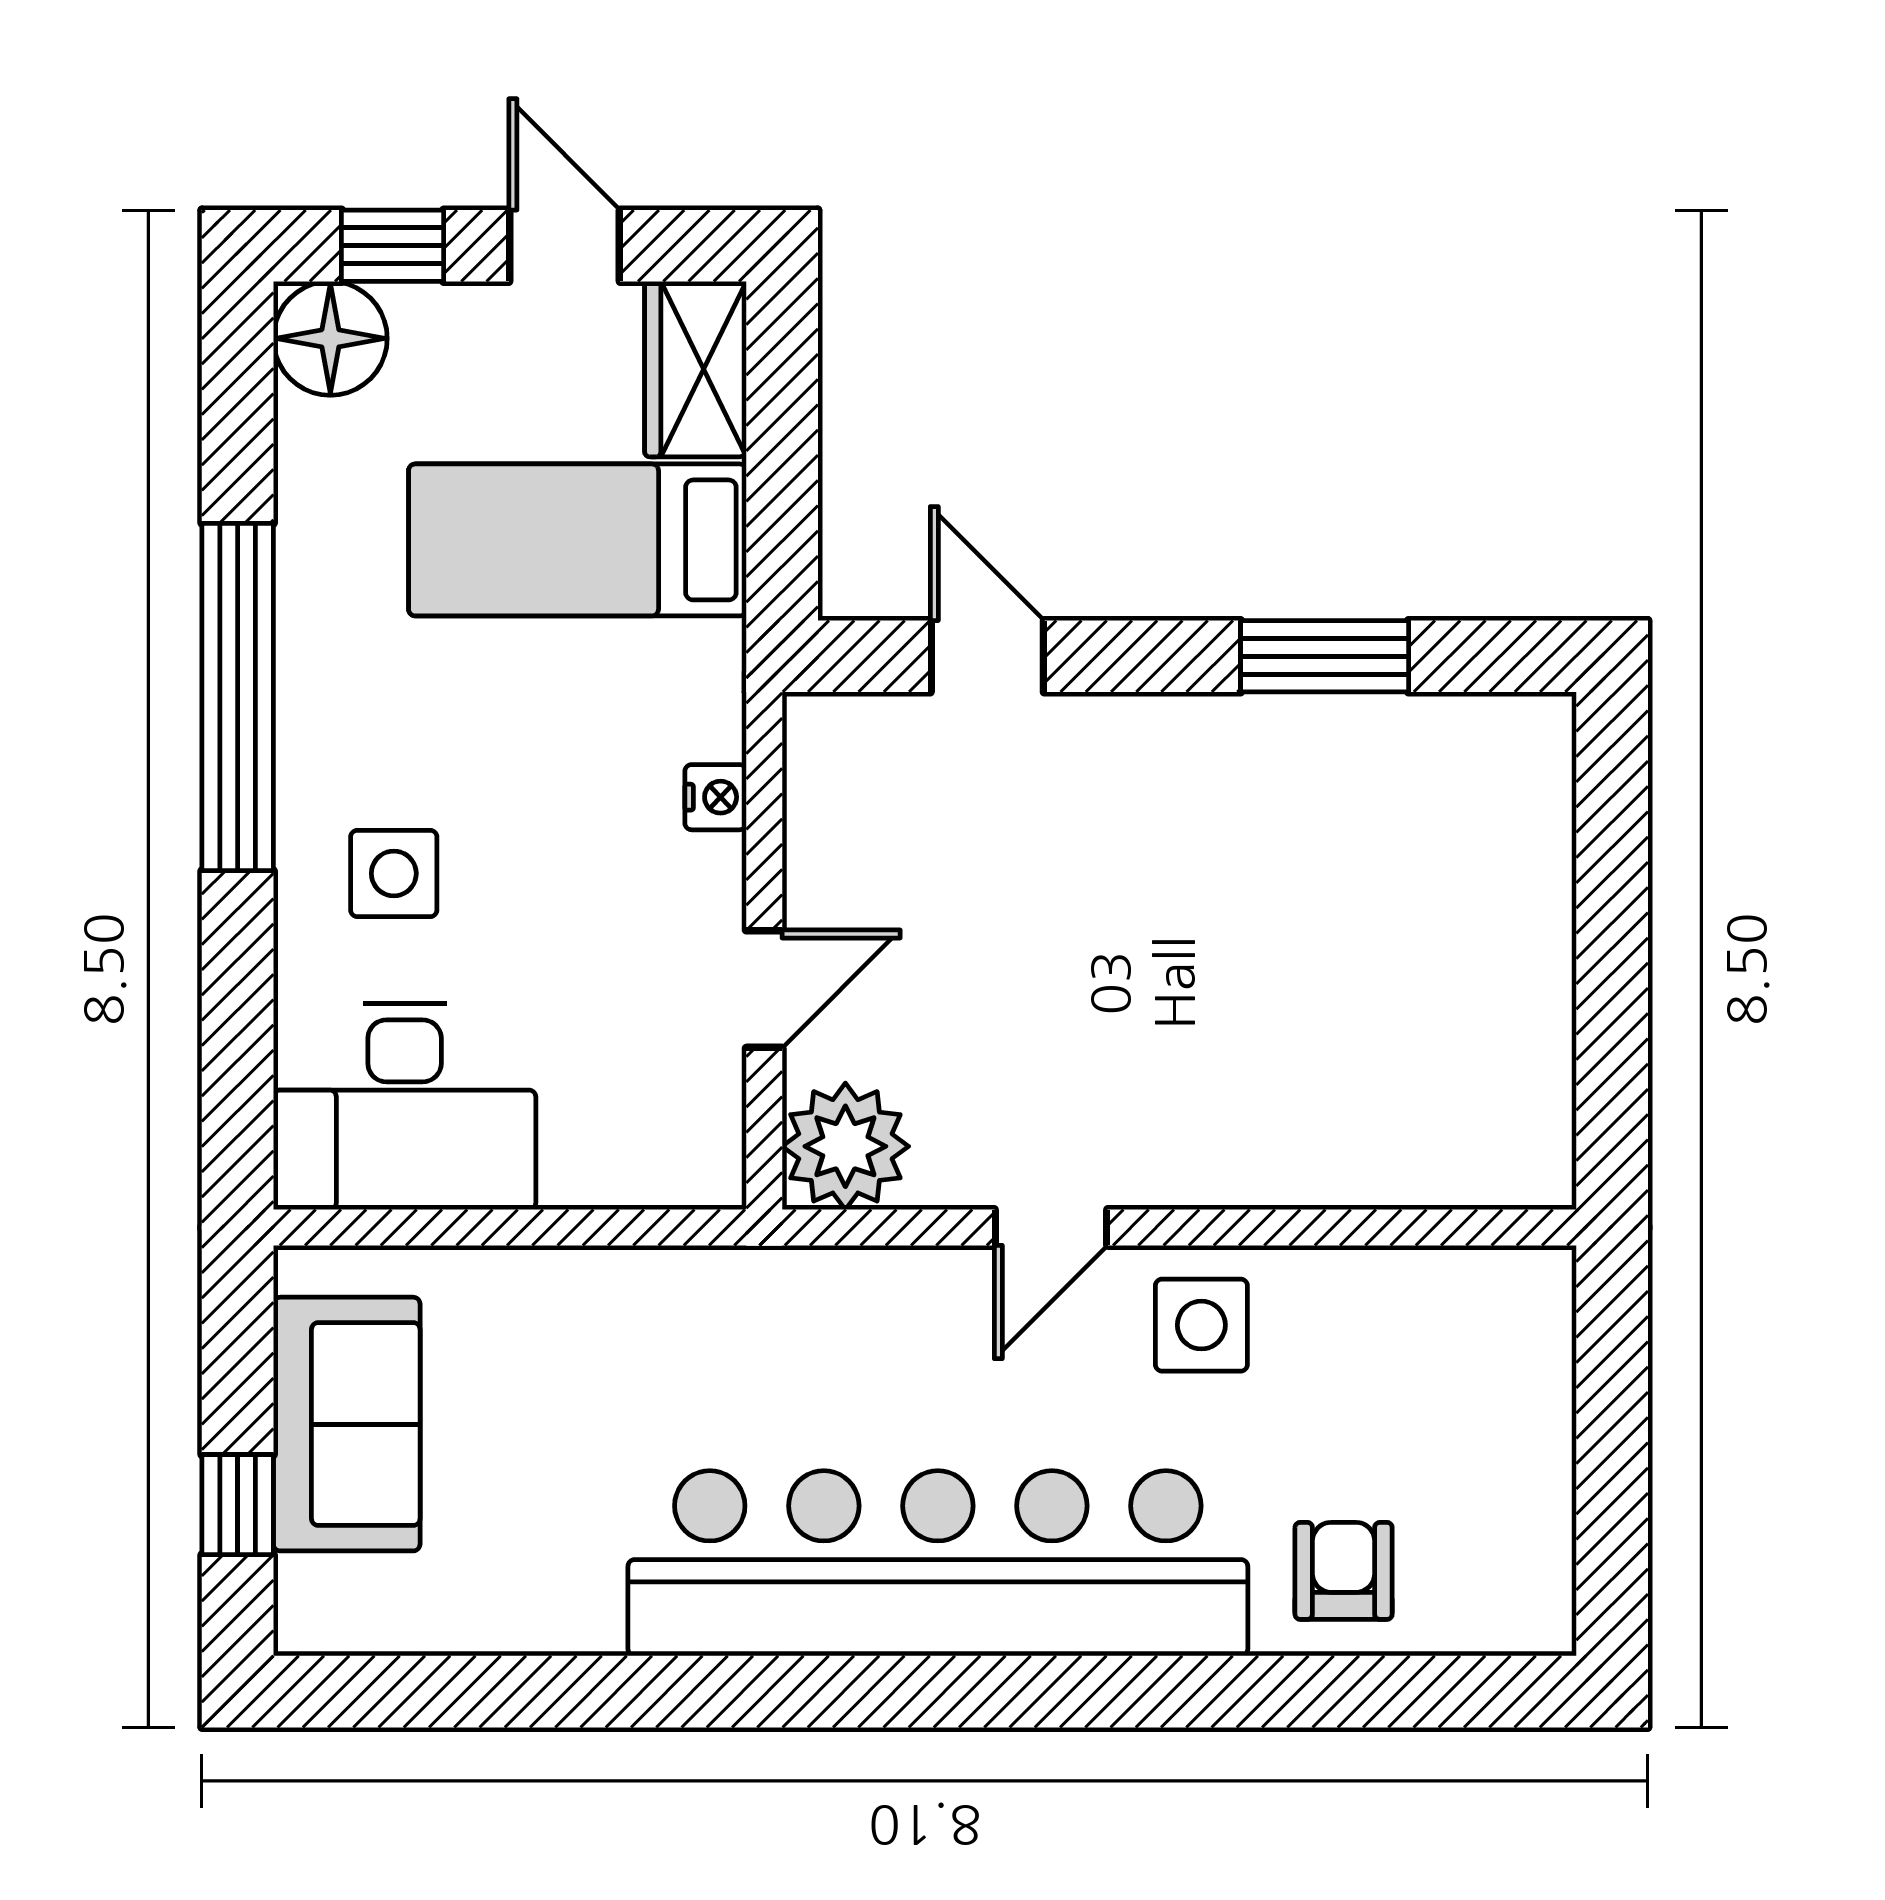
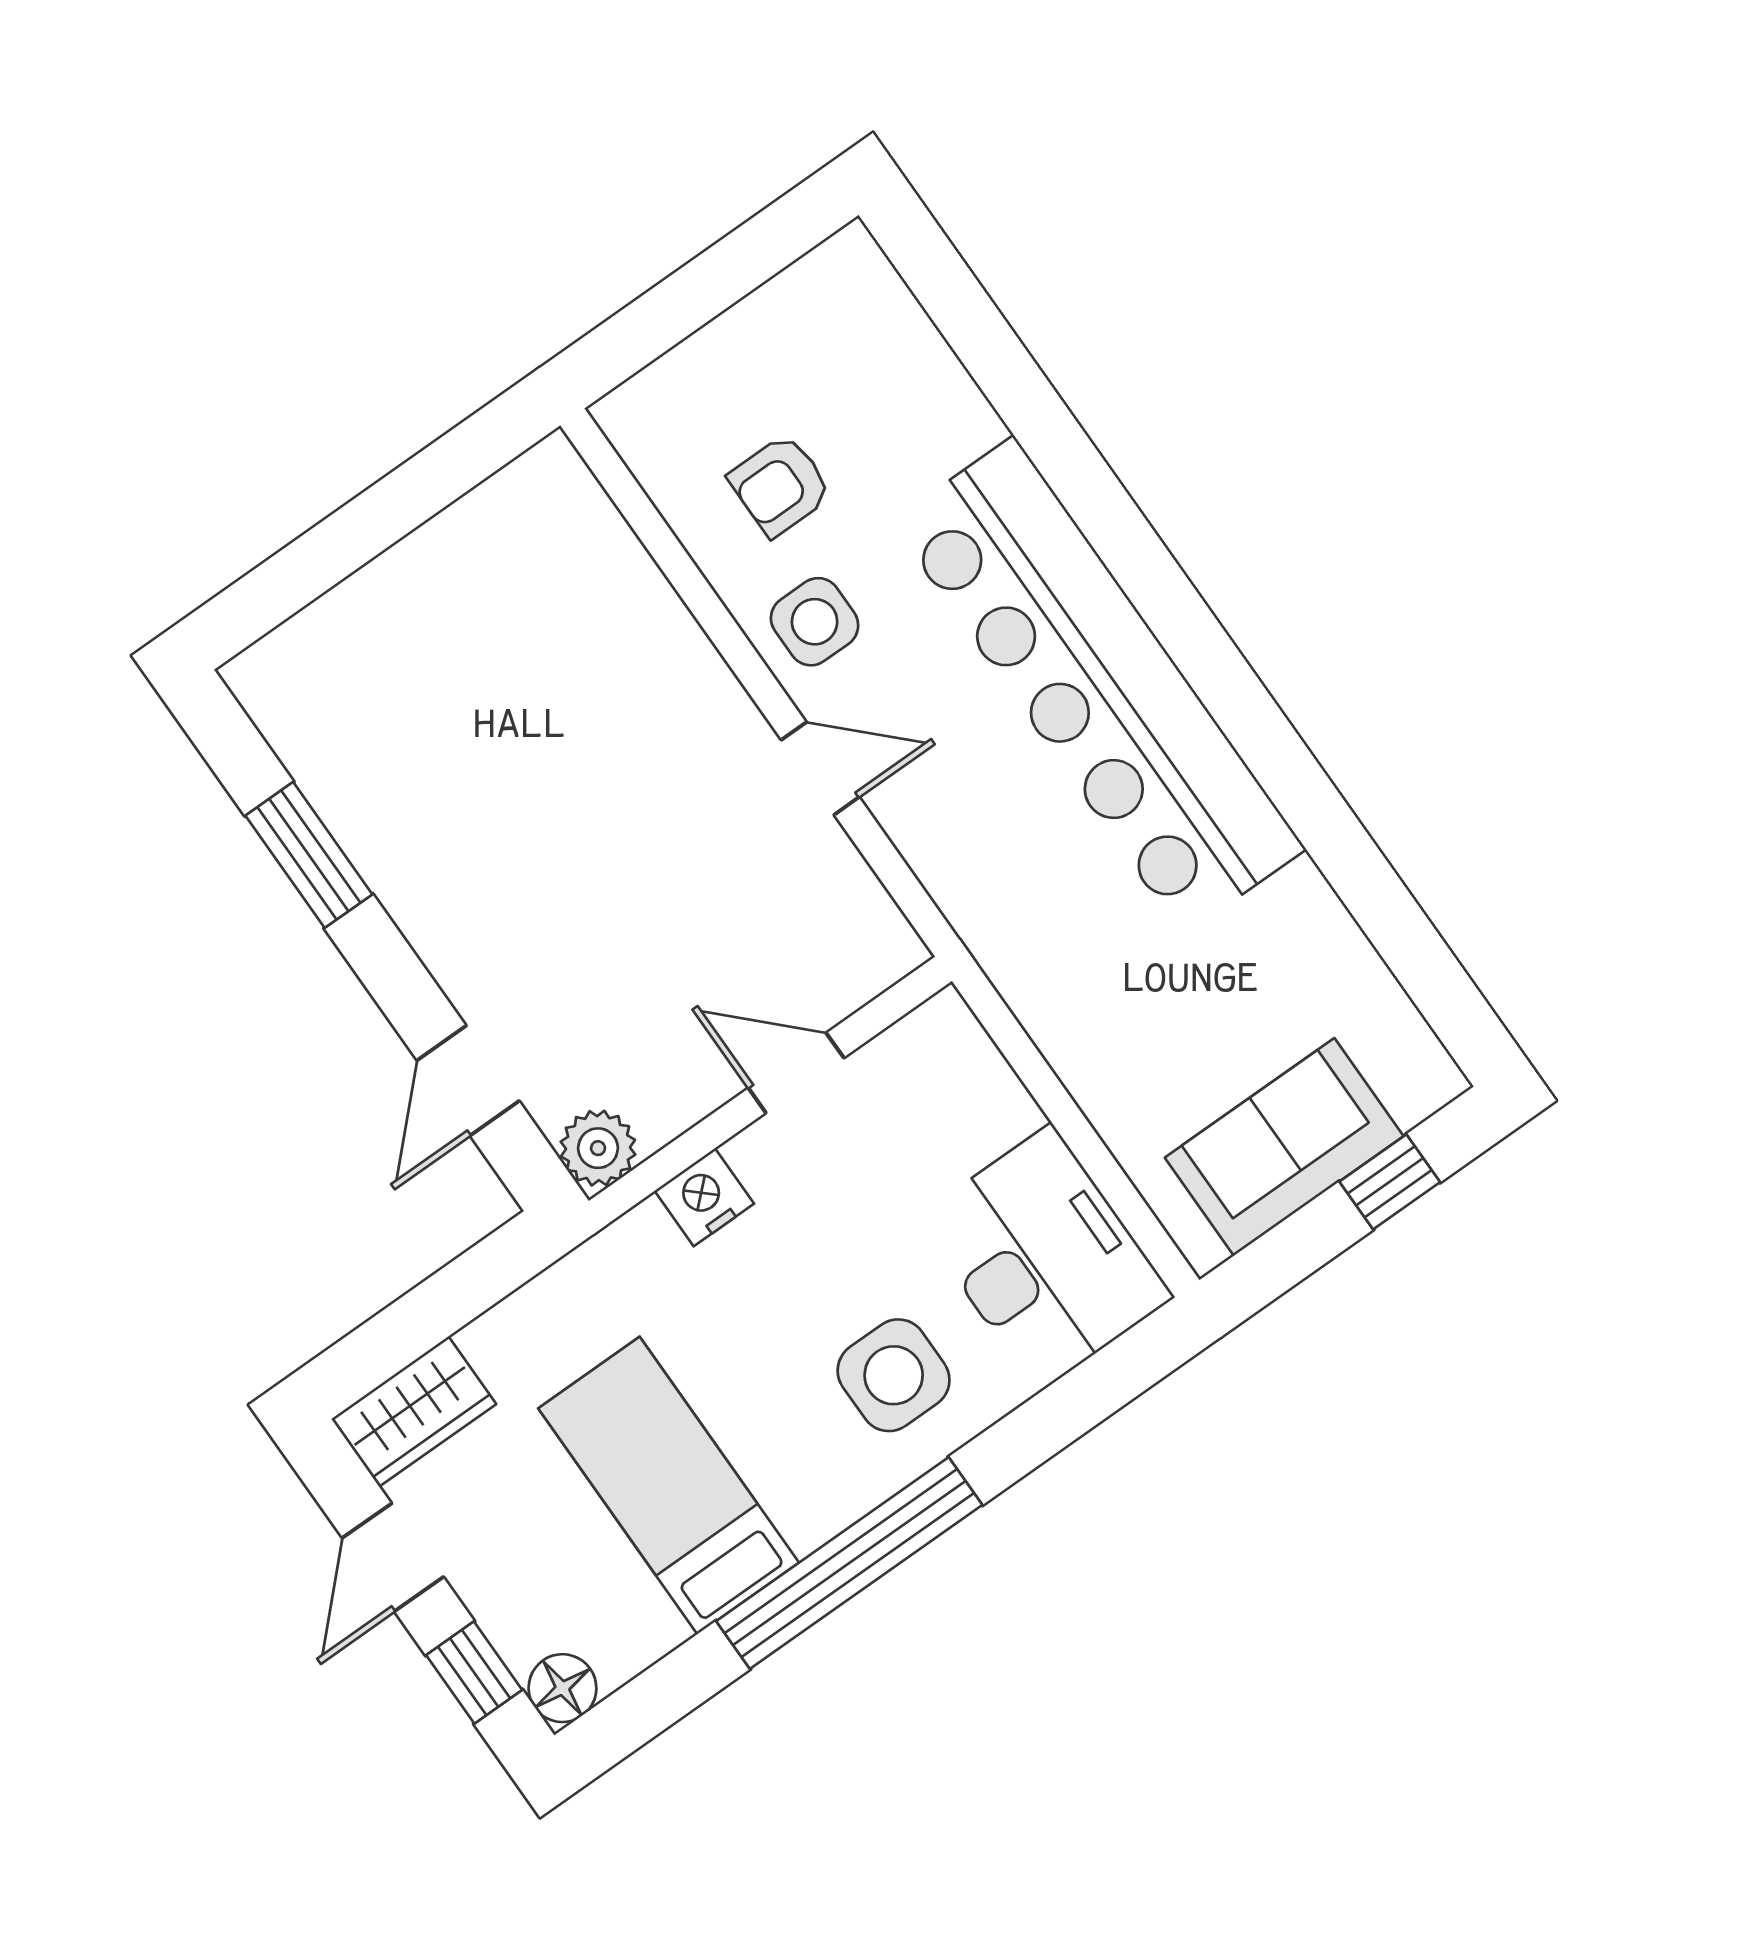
floor lamp: (330, 338) -> (562, 1688), width x0.73, depth x0.73
bed: (577, 540) -> (669, 1485), moved, turned 180
nightstand: (716, 797) -> (704, 1197), width x1.39, depth x1.35
side table: (394, 873) -> (894, 1375), width x1.37, depth x1.37
plant: (845, 1146) -> (598, 1148), moved, width x0.73, depth x0.73
armchair: (1344, 1571) -> (780, 485), moved

